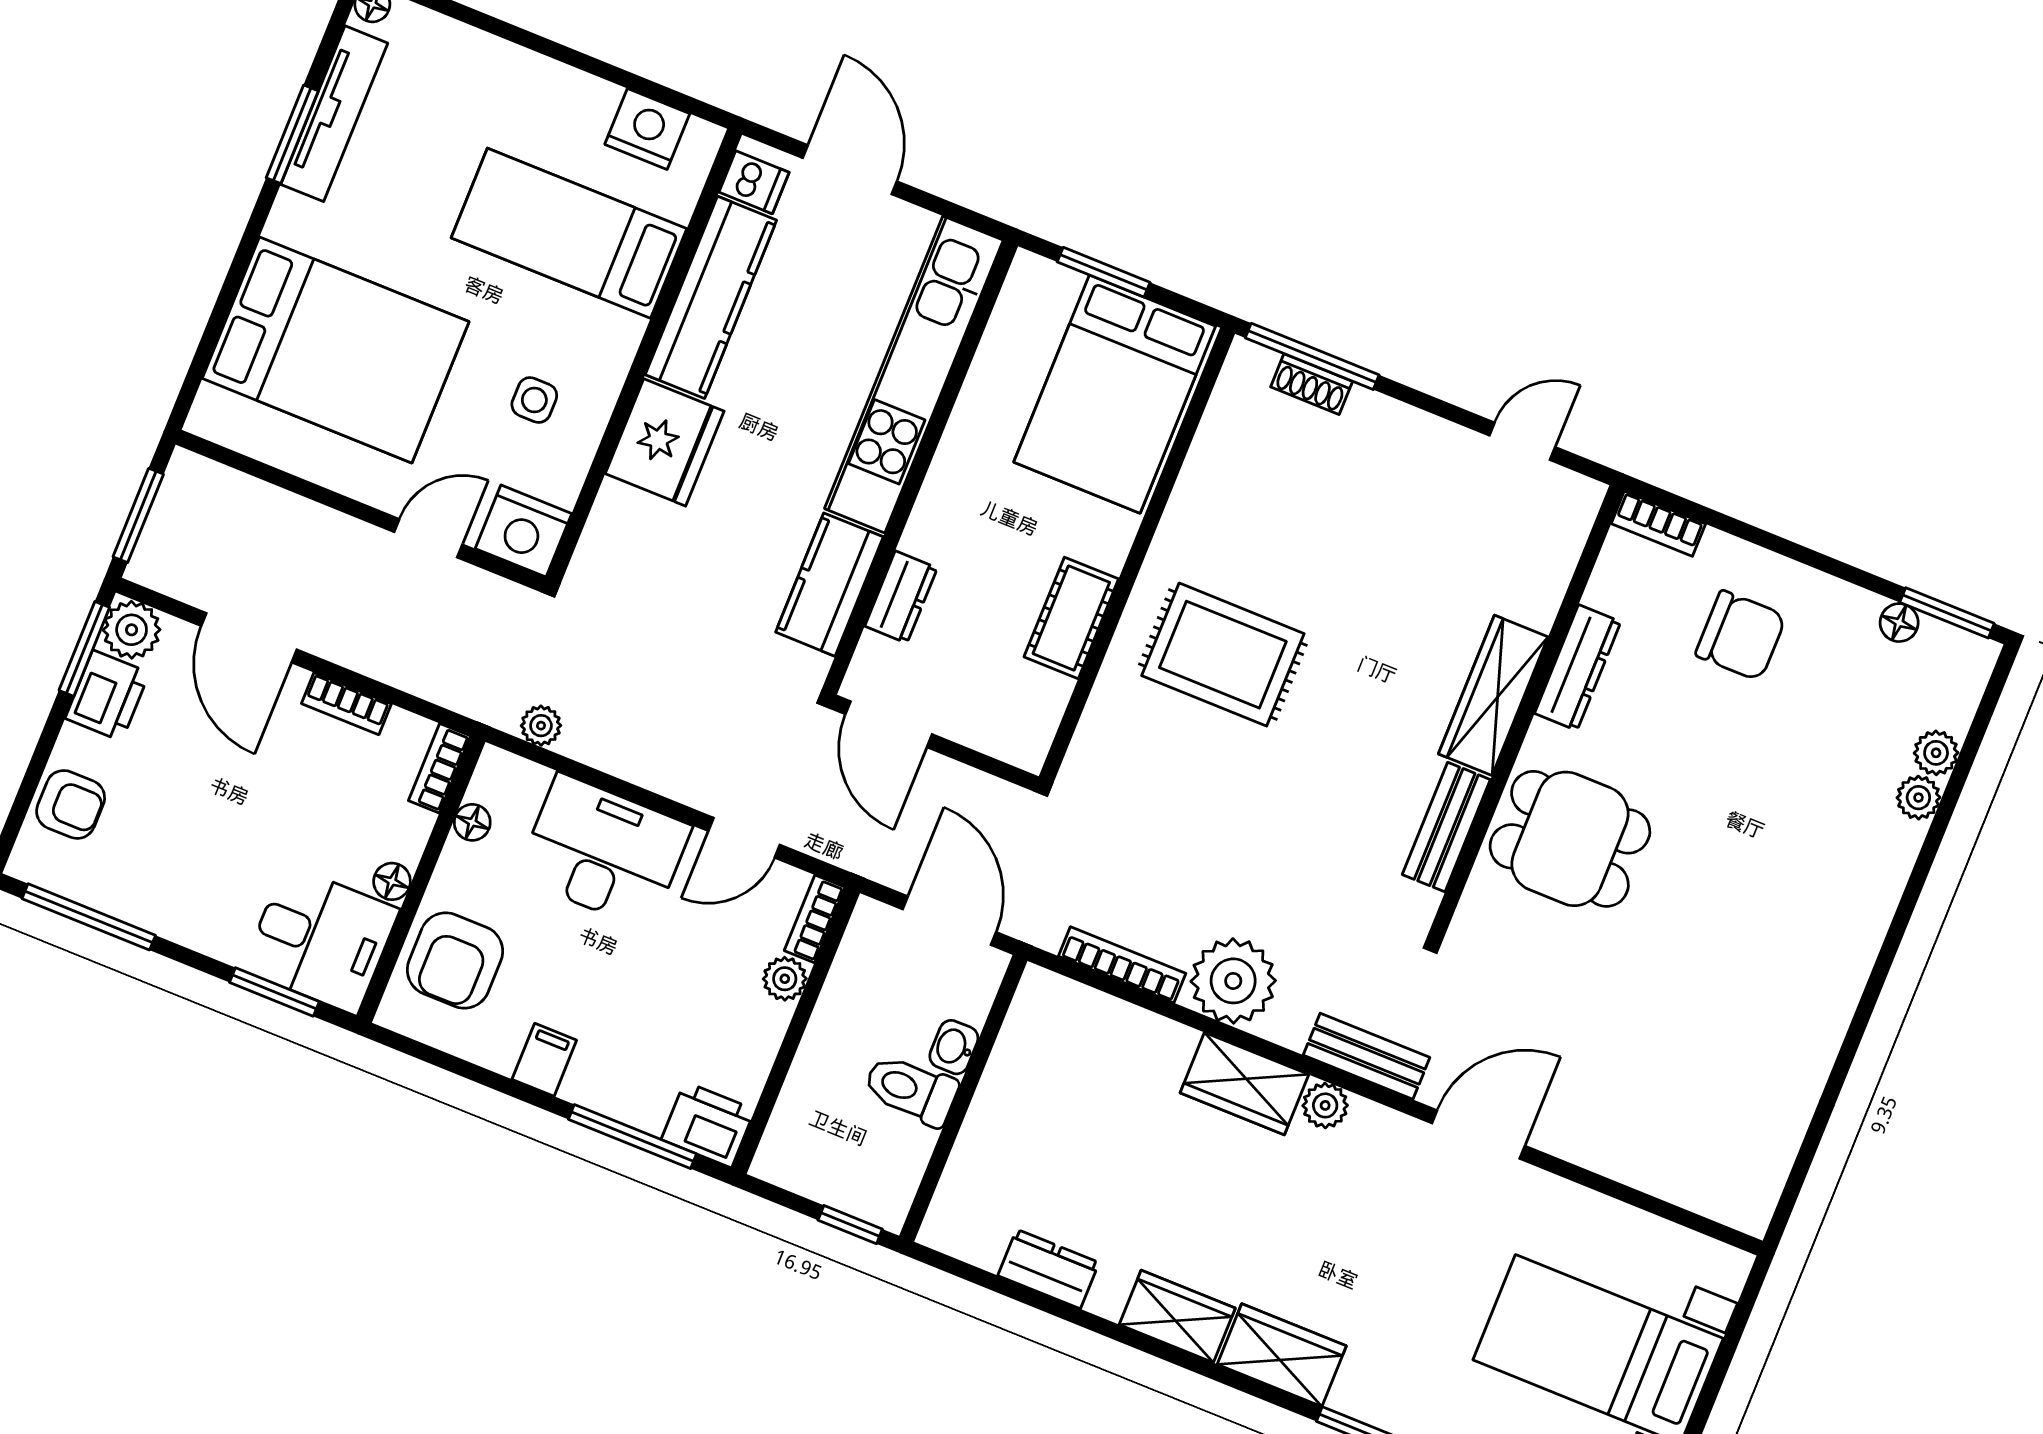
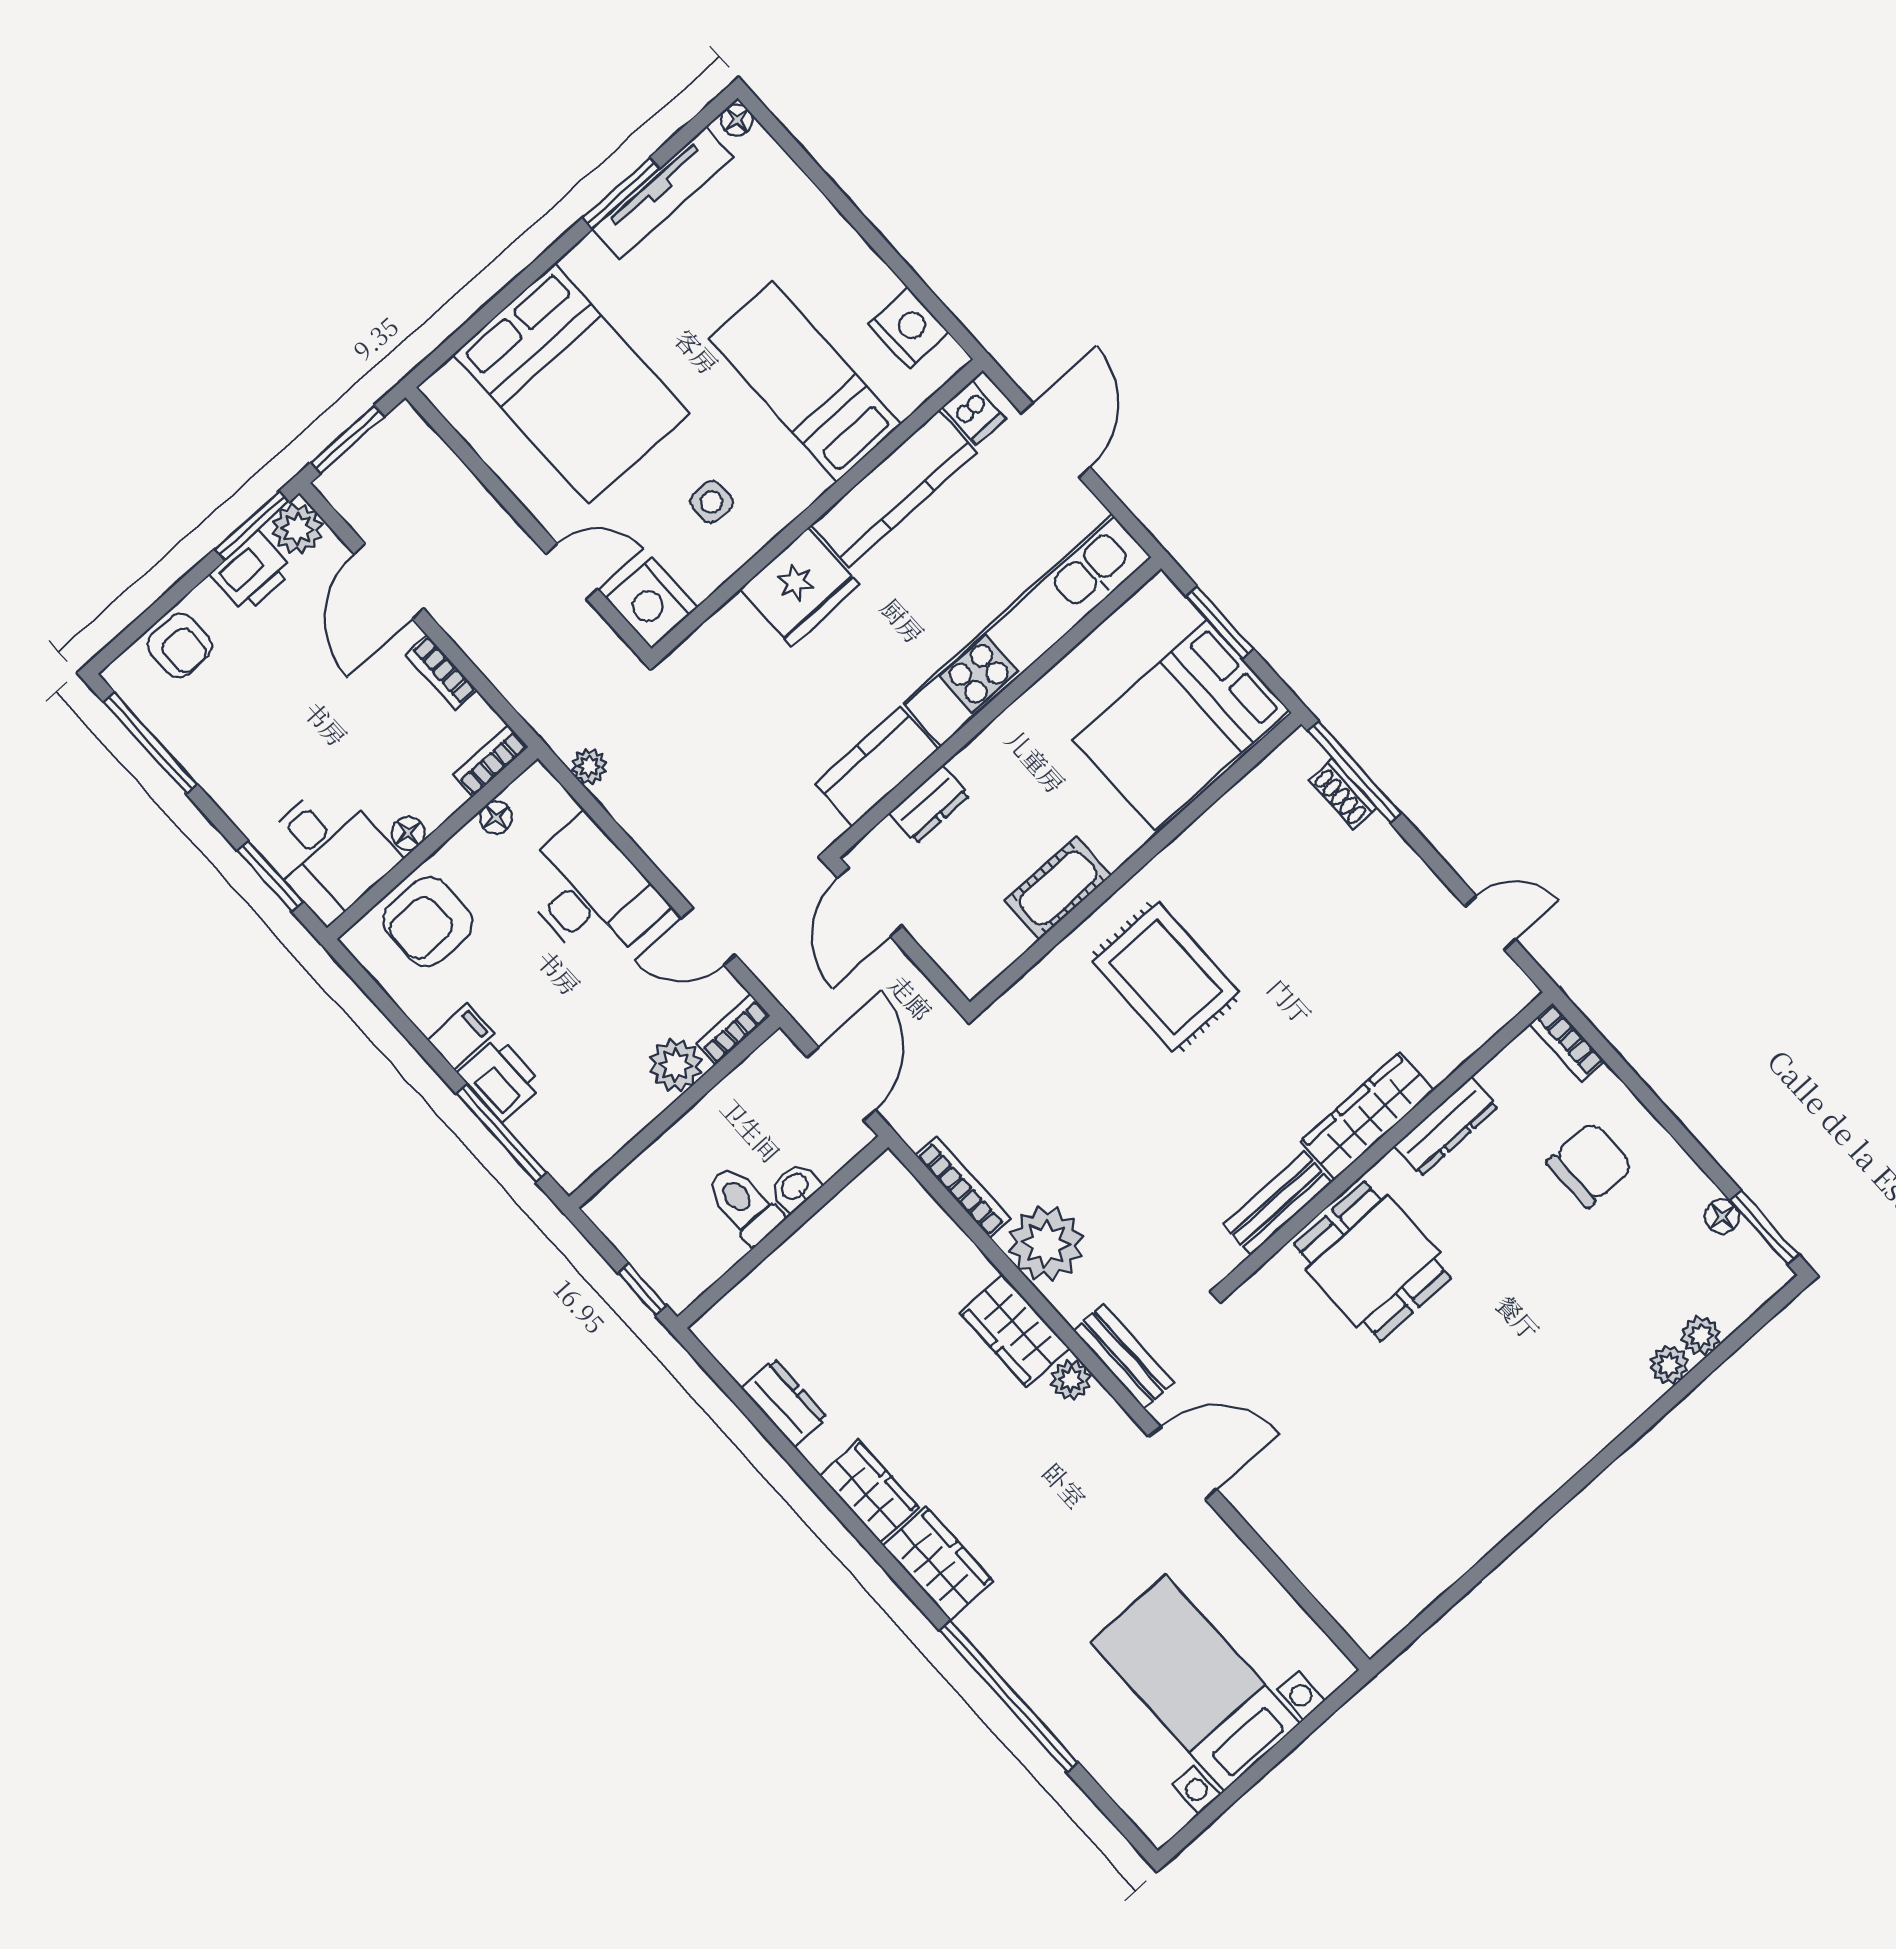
chair: (1741, 636) -> (1590, 1165), turned -90
plant: (785, 979) -> (676, 1065), width x1.38, depth x1.38
printer: (708, 1125) -> (501, 1079), moved

